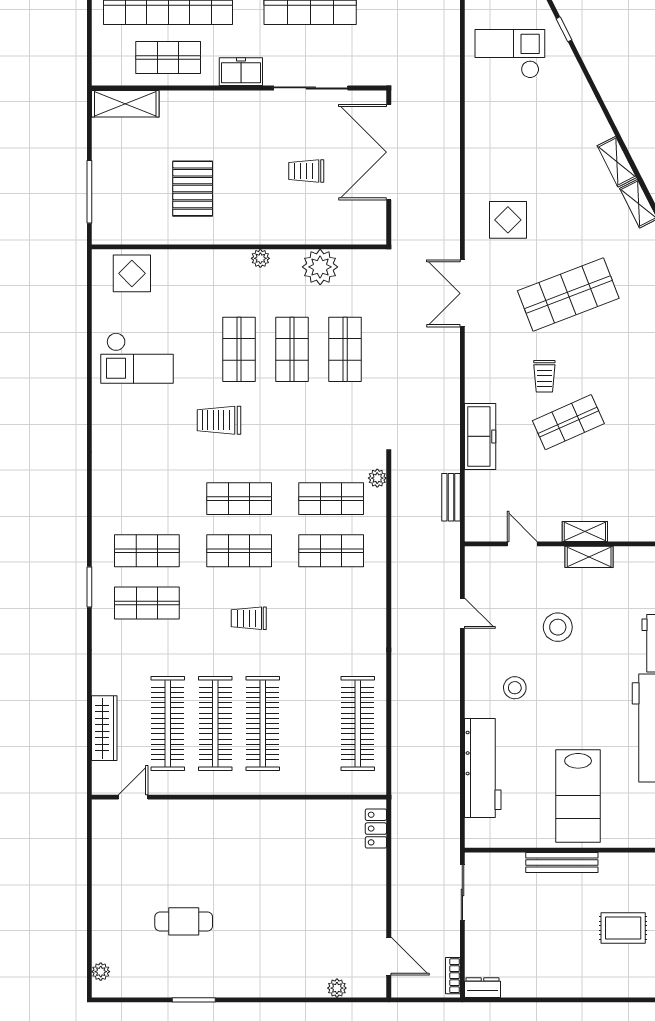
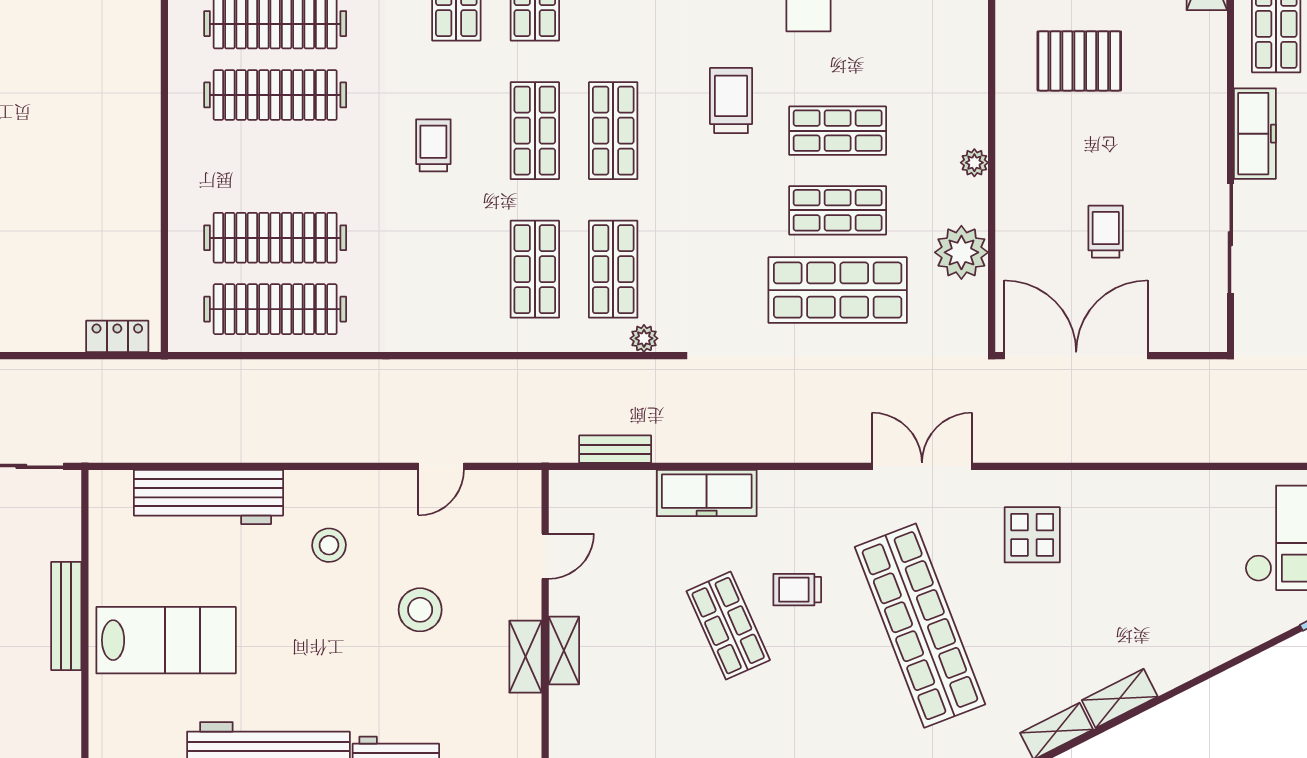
freezer: (241, 72) -> (1255, 134), width x1.40
double door: (389, 152) -> (1076, 356), moved
shop shelf: (568, 295) -> (920, 626), width x1.40
shop shelf: (345, 349) -> (838, 290), width x1.43, depth x1.36
clothes rail: (263, 724) -> (275, 238), moved
lab bench: (578, 796) -> (166, 640), turned 180

